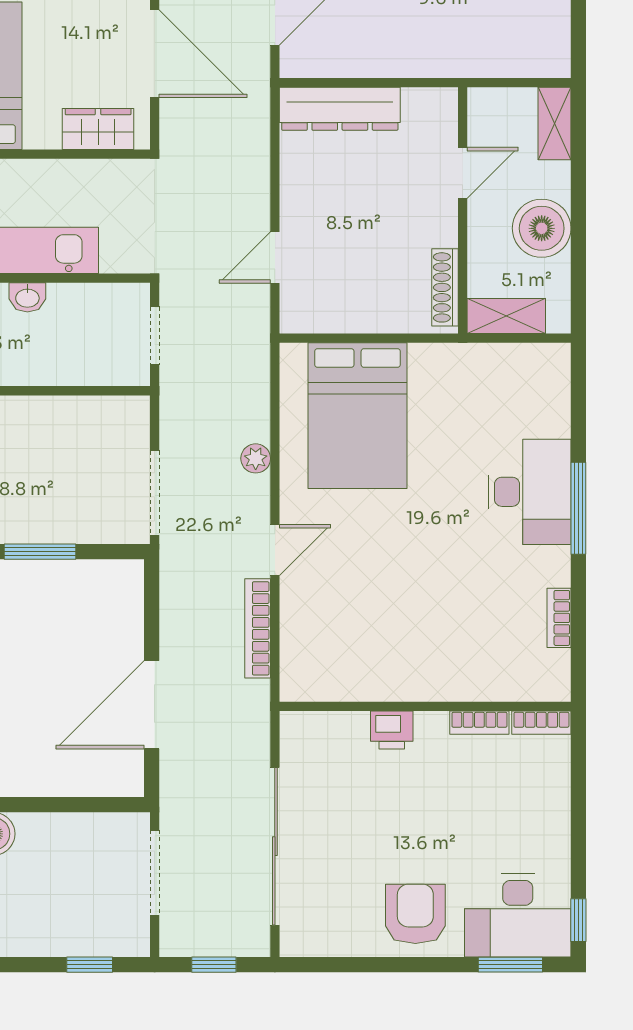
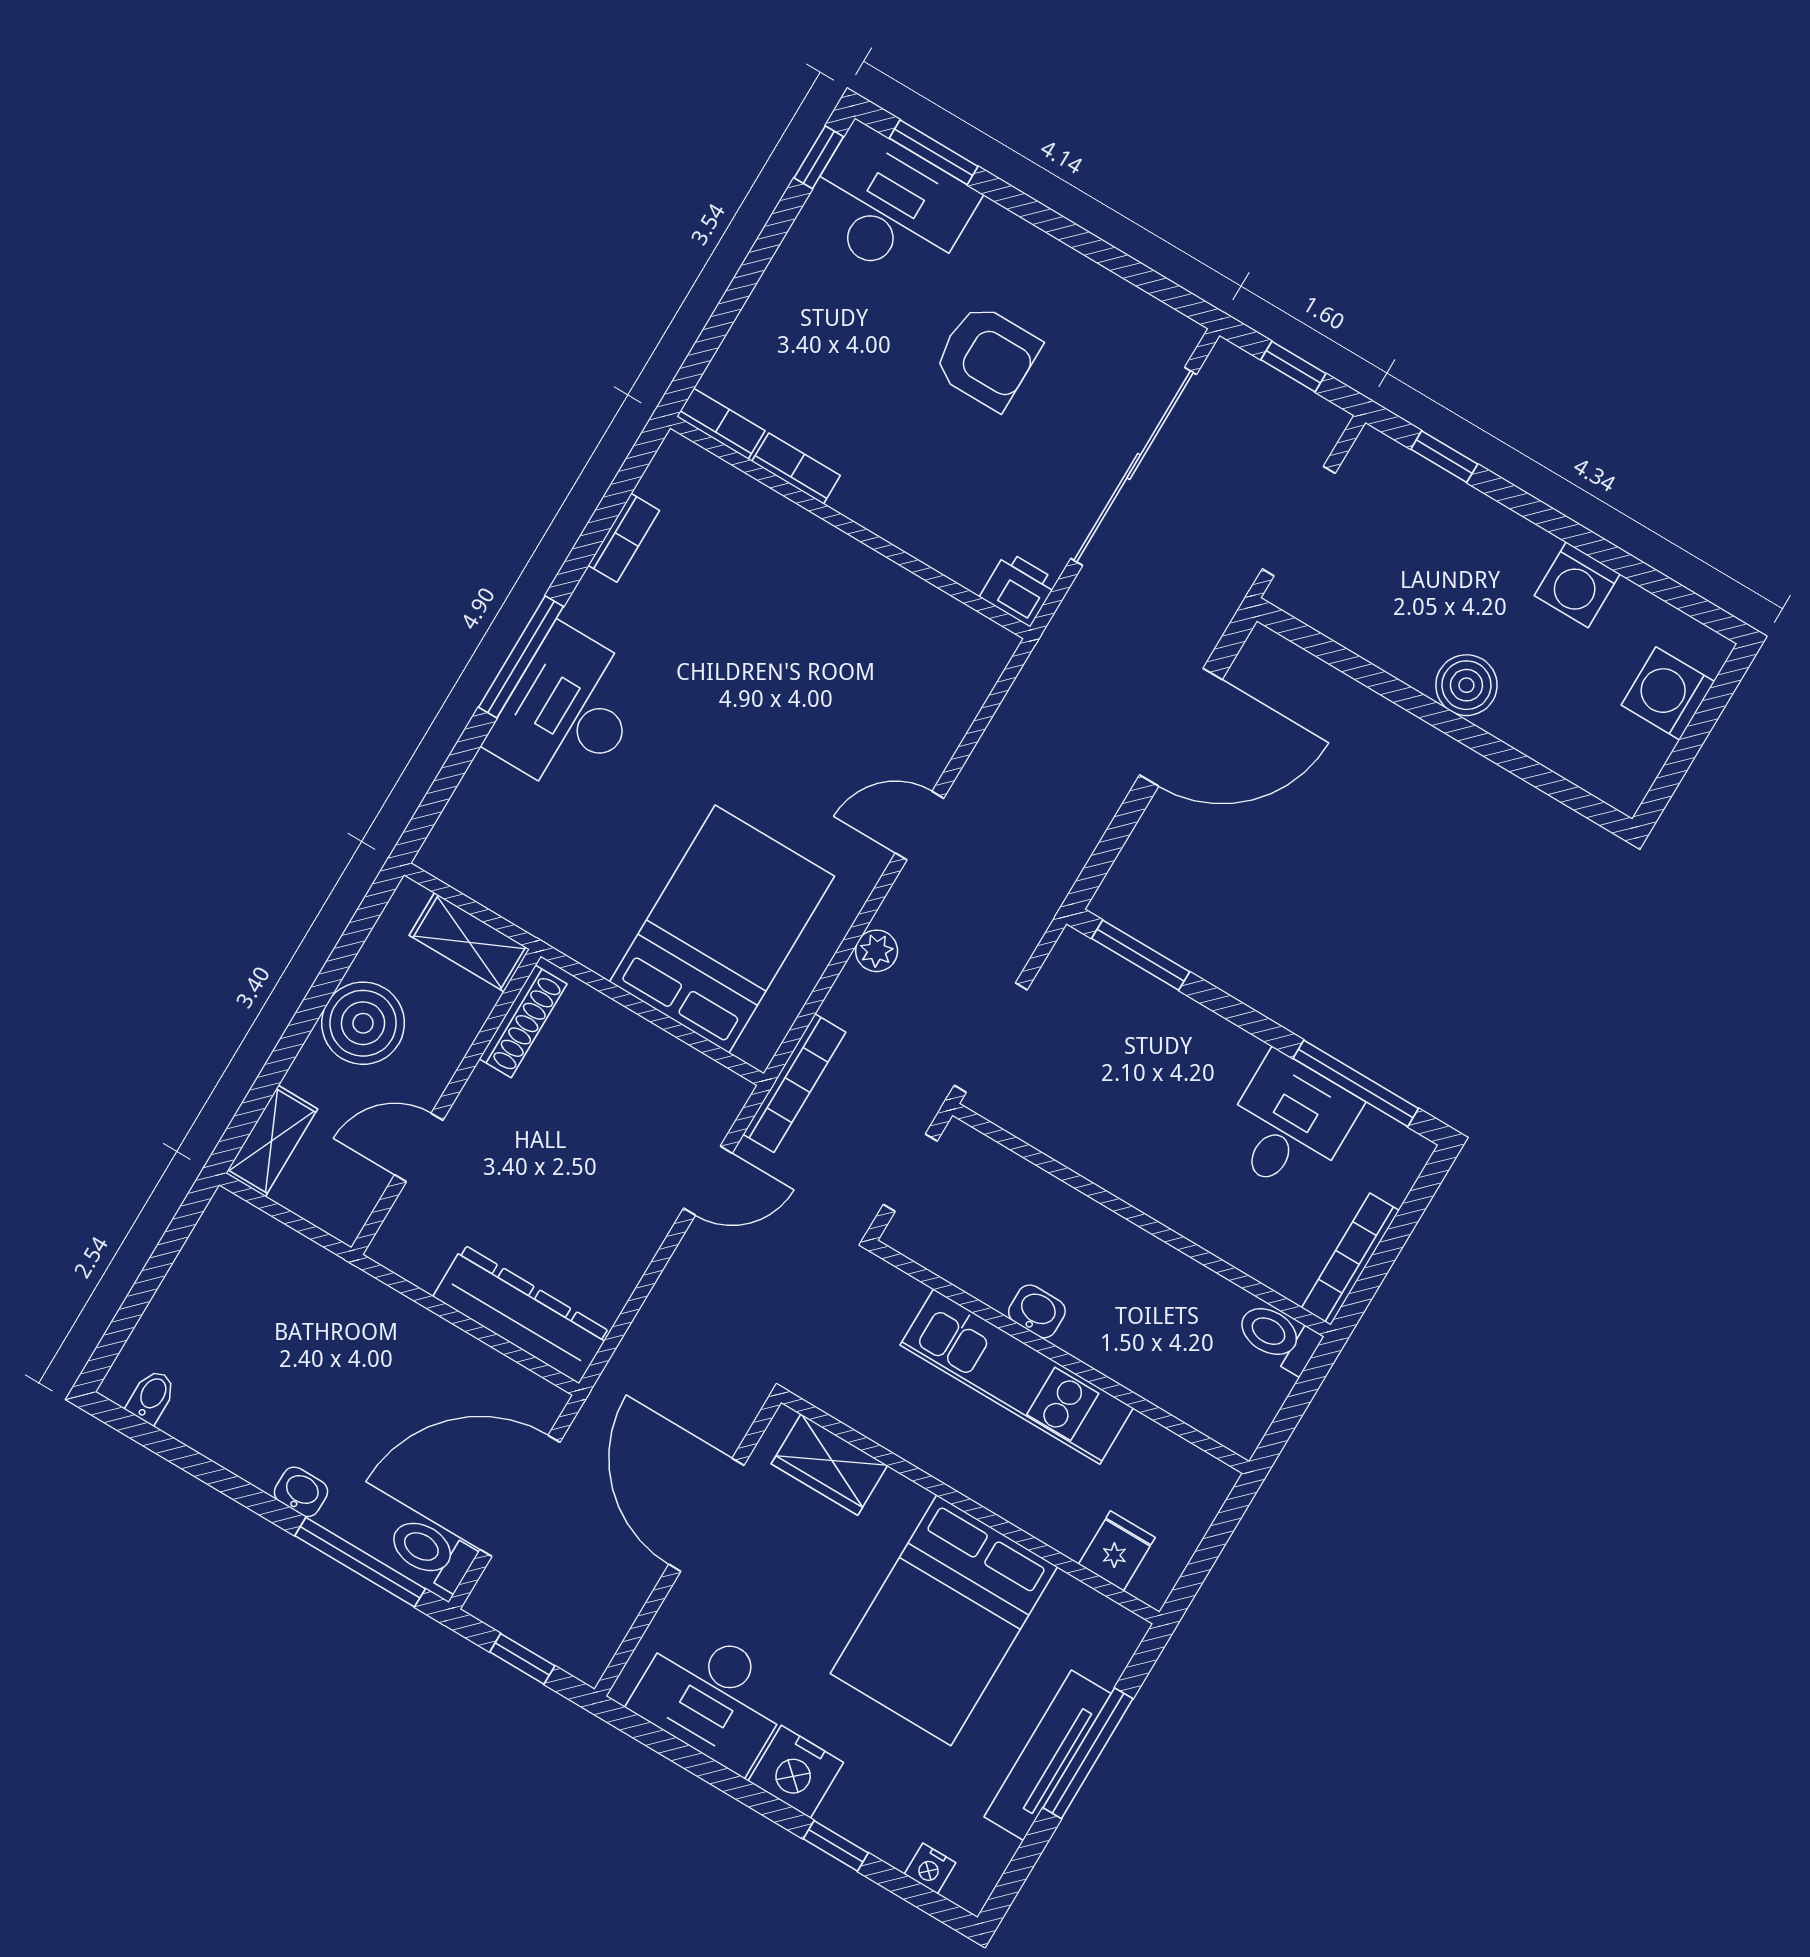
doorway: (155, 493) -> (991, 1038), moved
window: (40, 552) -> (1141, 955), moved
bookcase: (258, 628) -> (794, 1083), moved
printer: (392, 730) -> (1019, 589), moved
armchair: (415, 914) -> (987, 357), moved, turned -90

